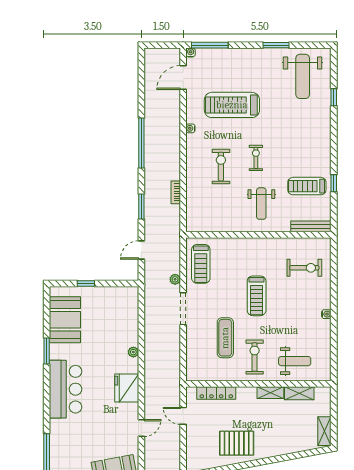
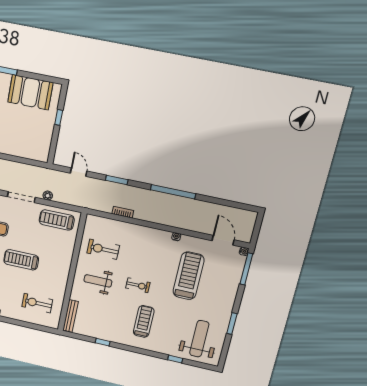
weight bench: (303, 76) -> (199, 339), turned 90
exercise bike: (221, 167) -> (103, 249), moved, turned 180
treadmill: (307, 186) -> (144, 321), moved
exercise bike: (304, 268) -> (37, 303), turned 90

